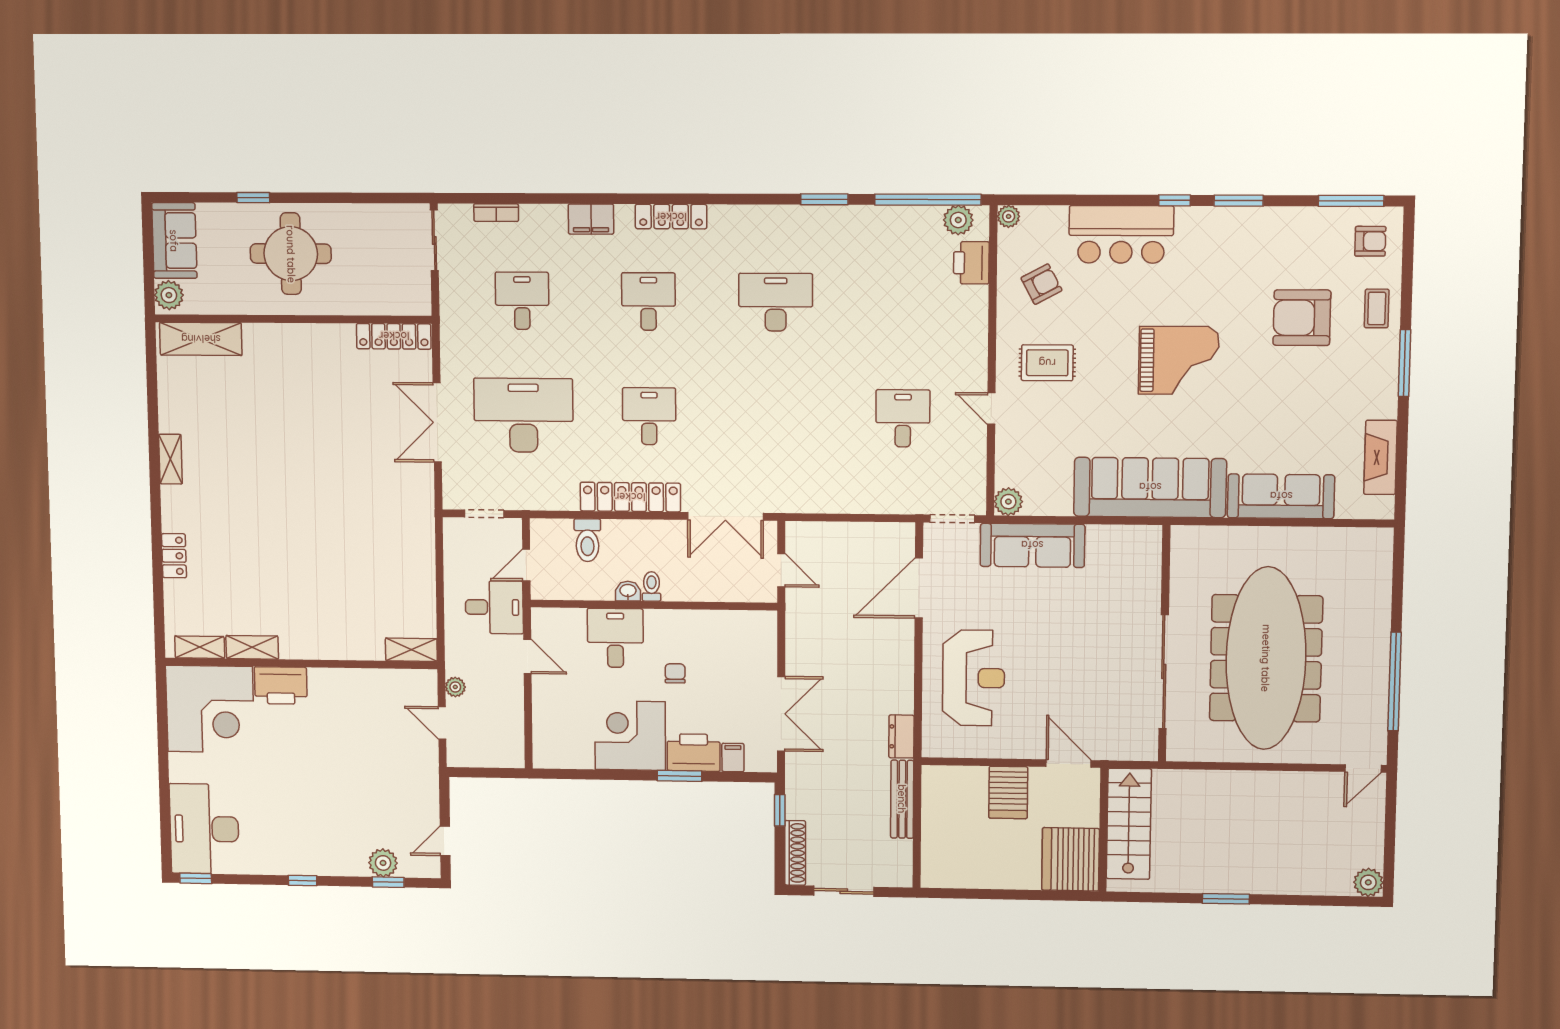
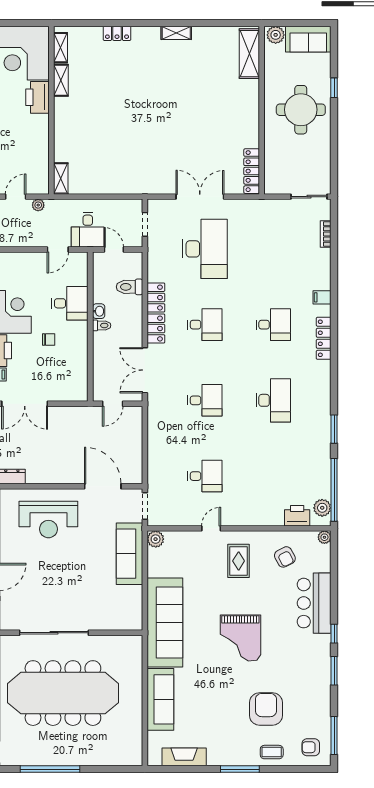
filing cabinet: (591, 219) -> (322, 297), width x0.50
armchair: (1370, 241) -> (311, 747), turned 90
desk: (522, 301) -> (205, 400), moved

